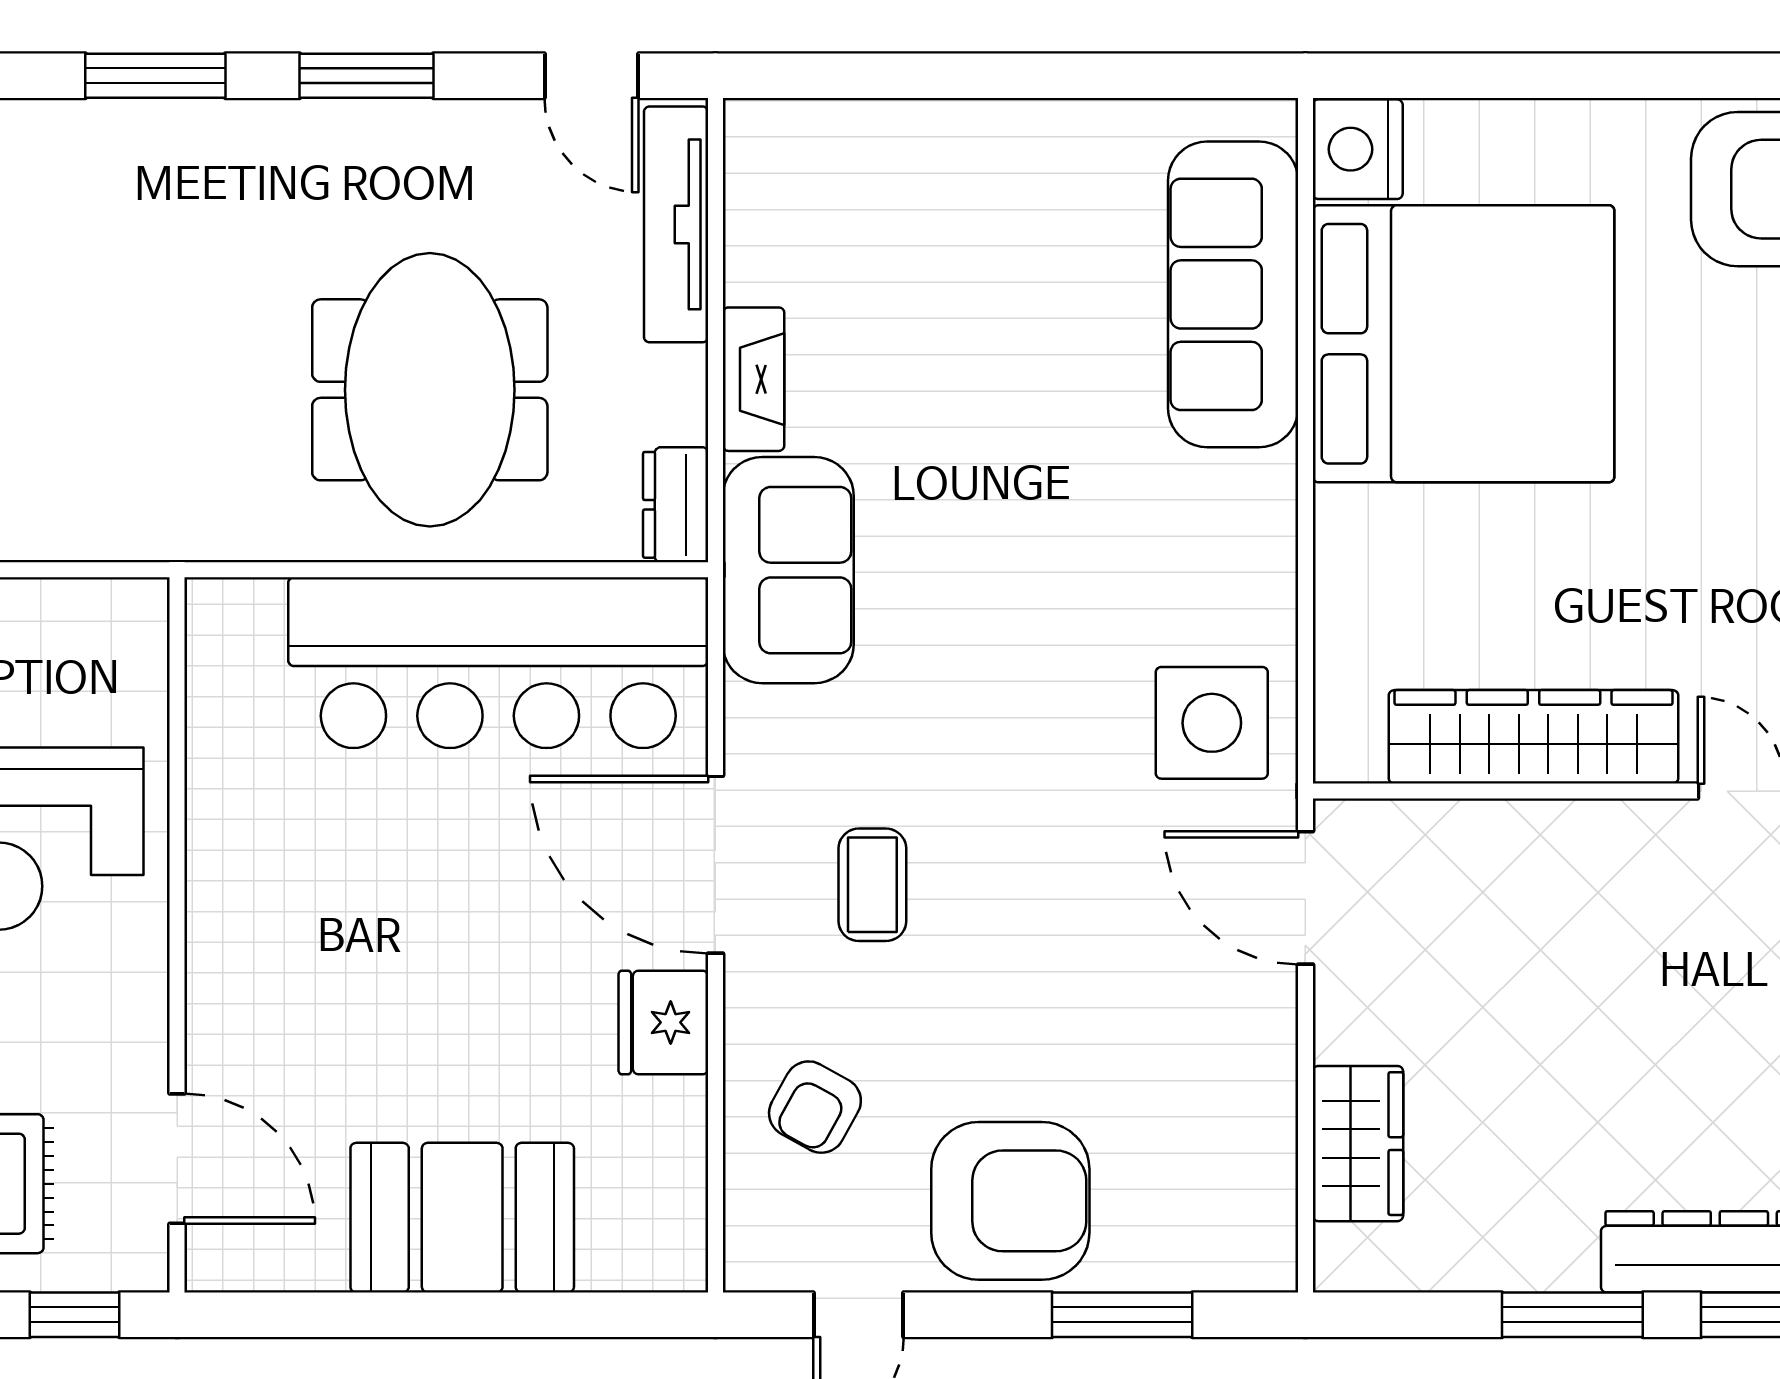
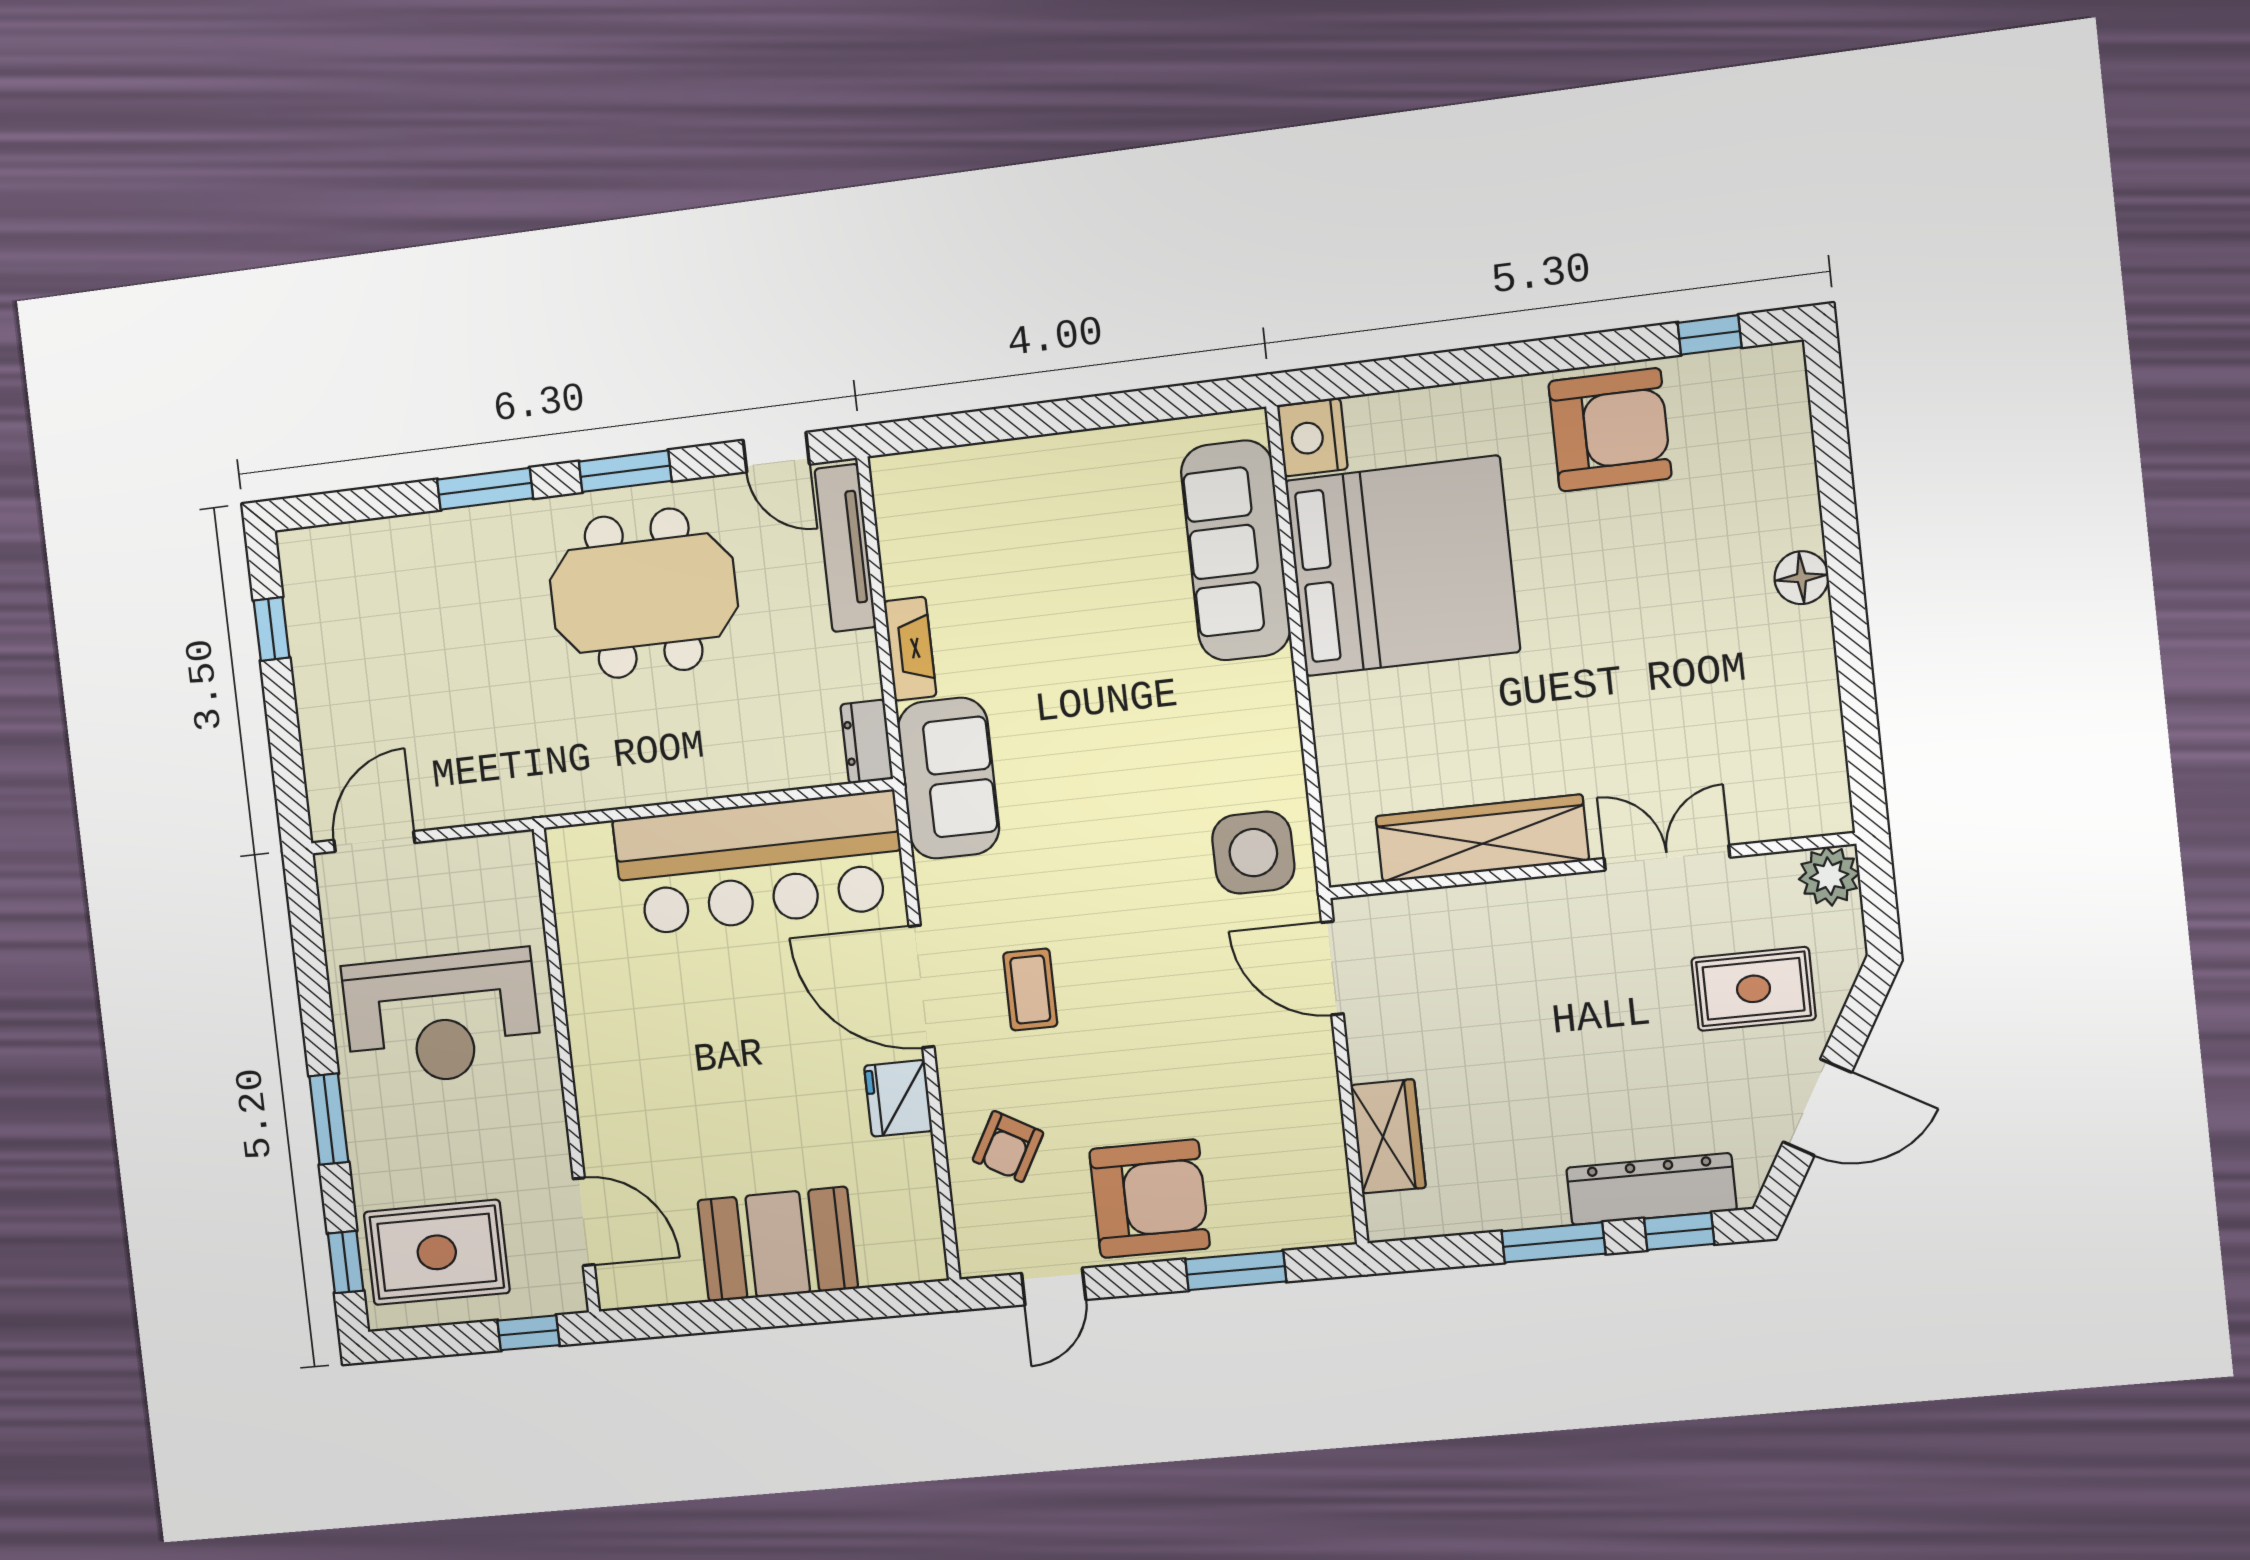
meeting table: (430, 390) -> (644, 593), moved, turned 90

